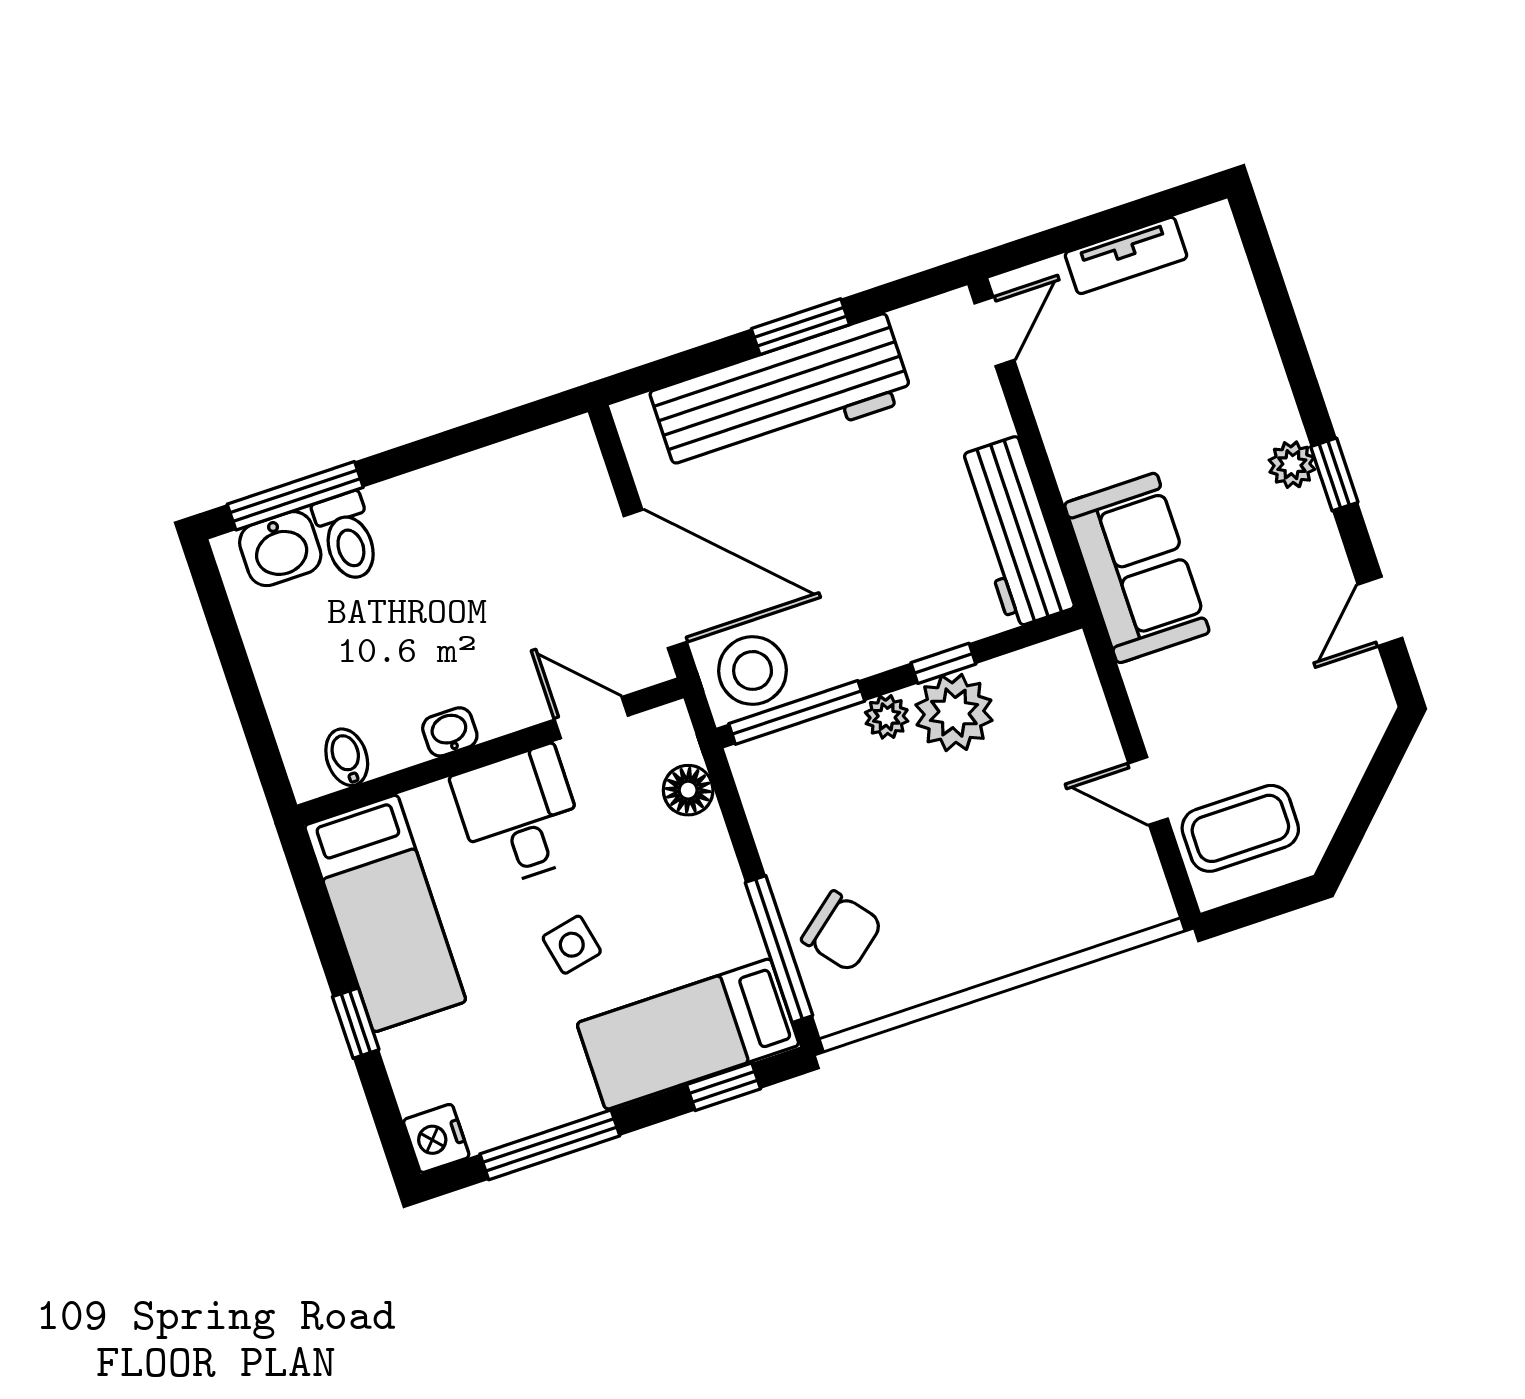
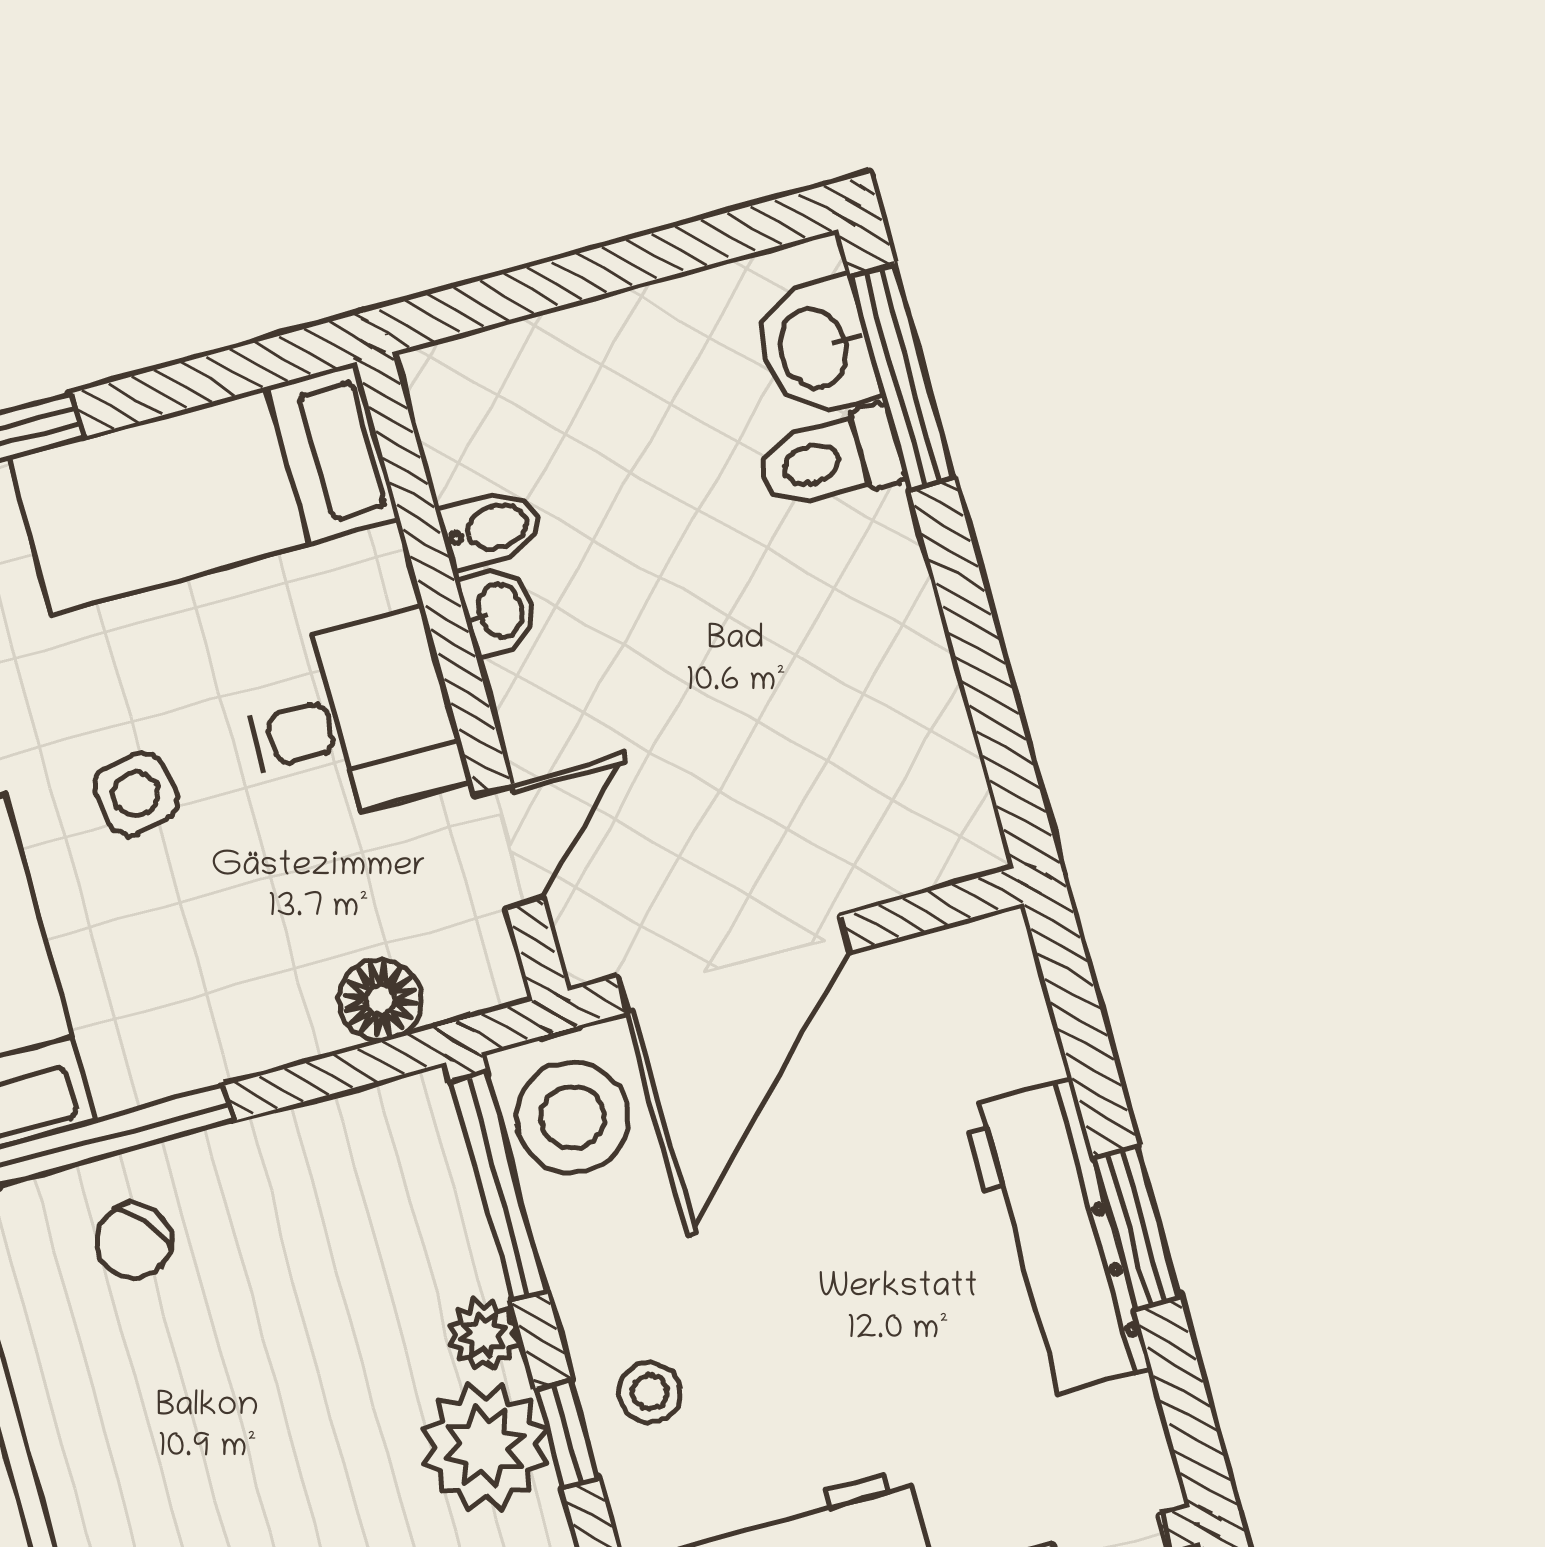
workbench: (782, 395) -> (1057, 1238), width x0.73, depth x0.76
stool: (916, 615) -> (650, 1392), added
bidet: (347, 757) -> (490, 529), moved
chair: (842, 931) -> (133, 1242), width x0.73, depth x0.73

